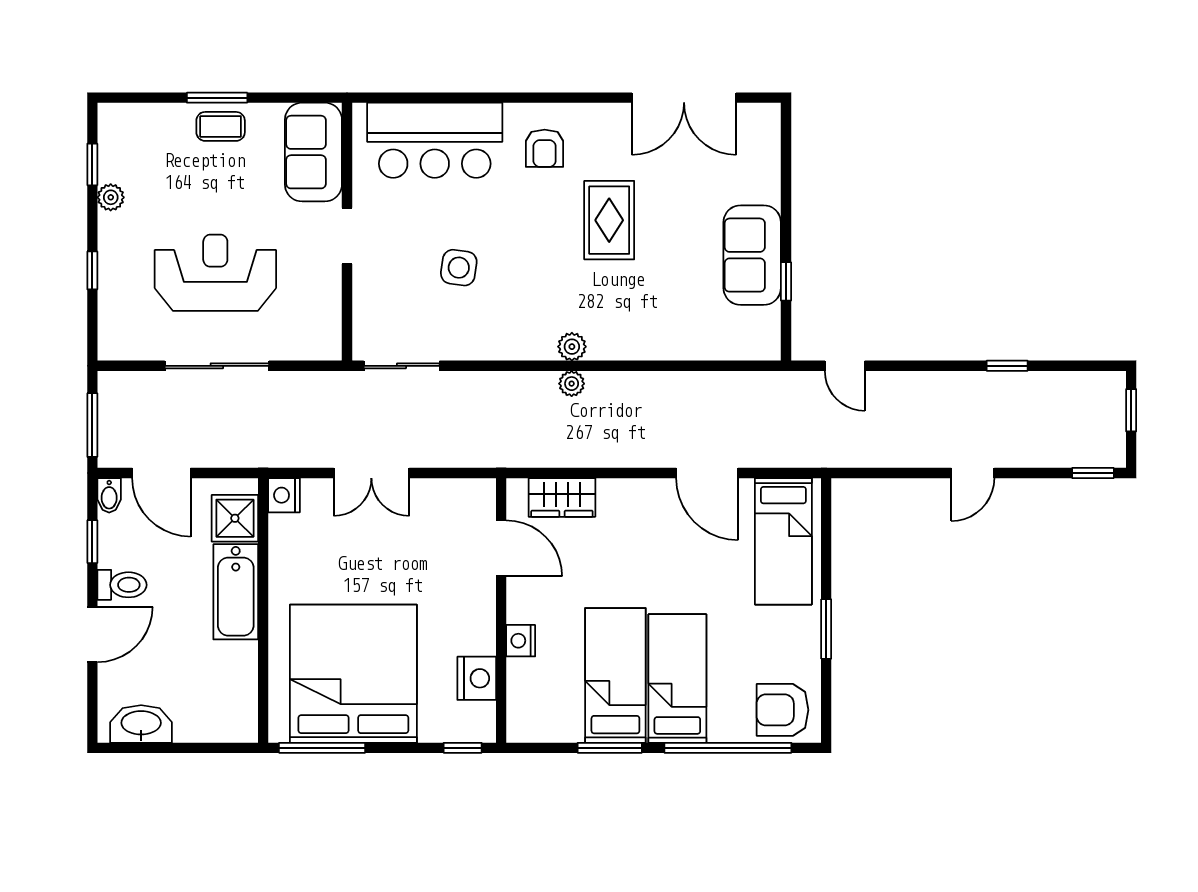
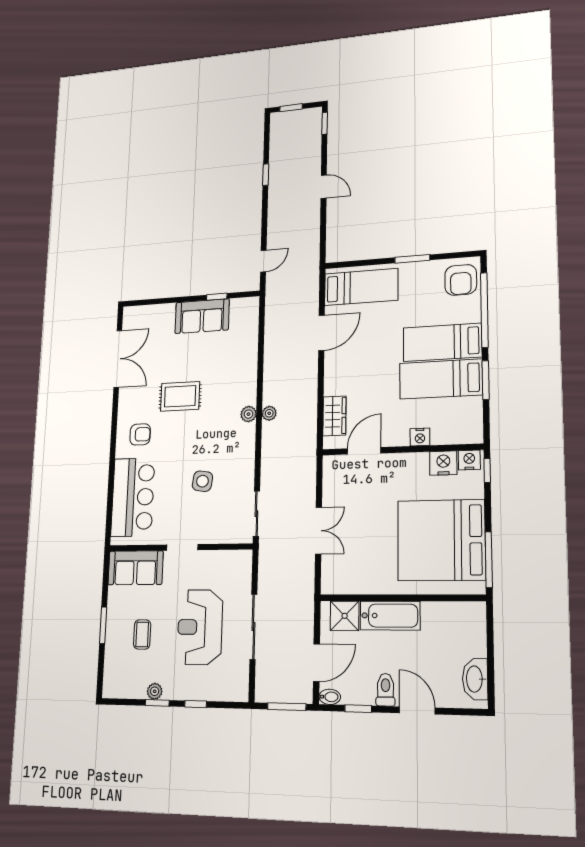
coffee table: (221, 126) -> (142, 634), moved
window: (92, 164) -> (157, 703), moved
nightstand: (284, 495) -> (469, 460), moved, turned 180

